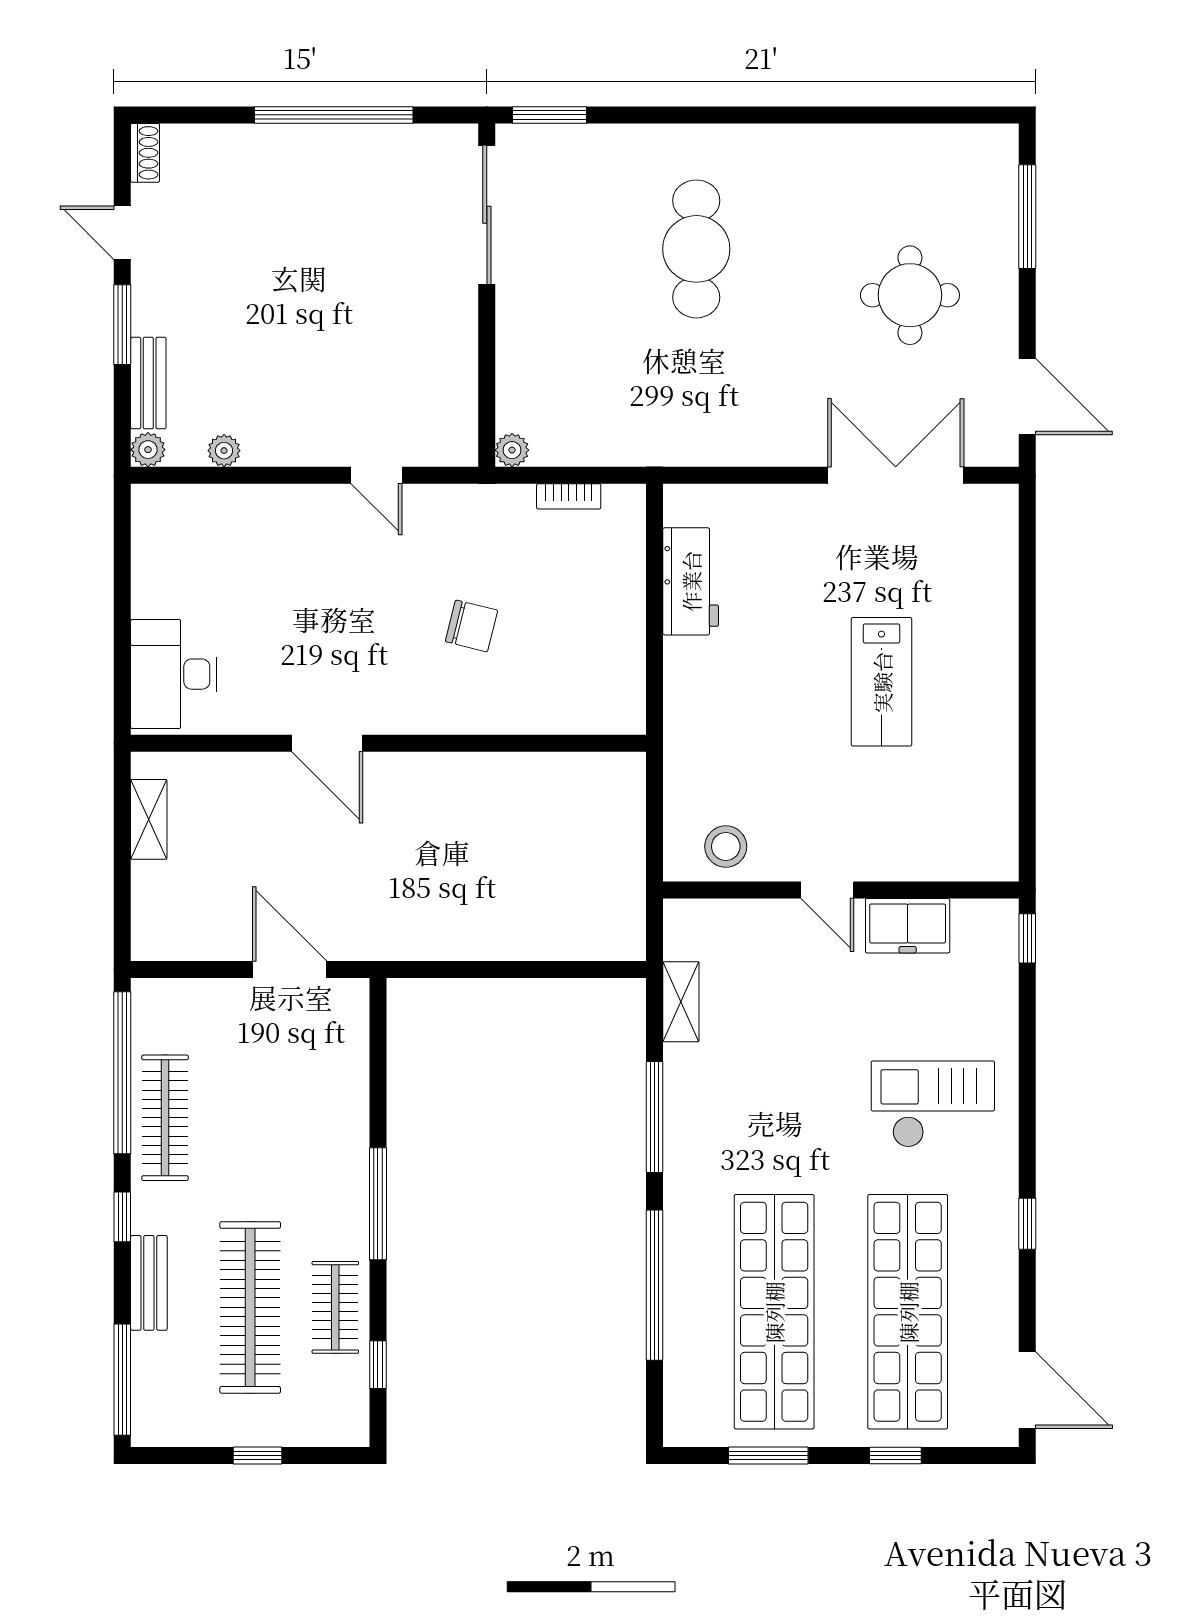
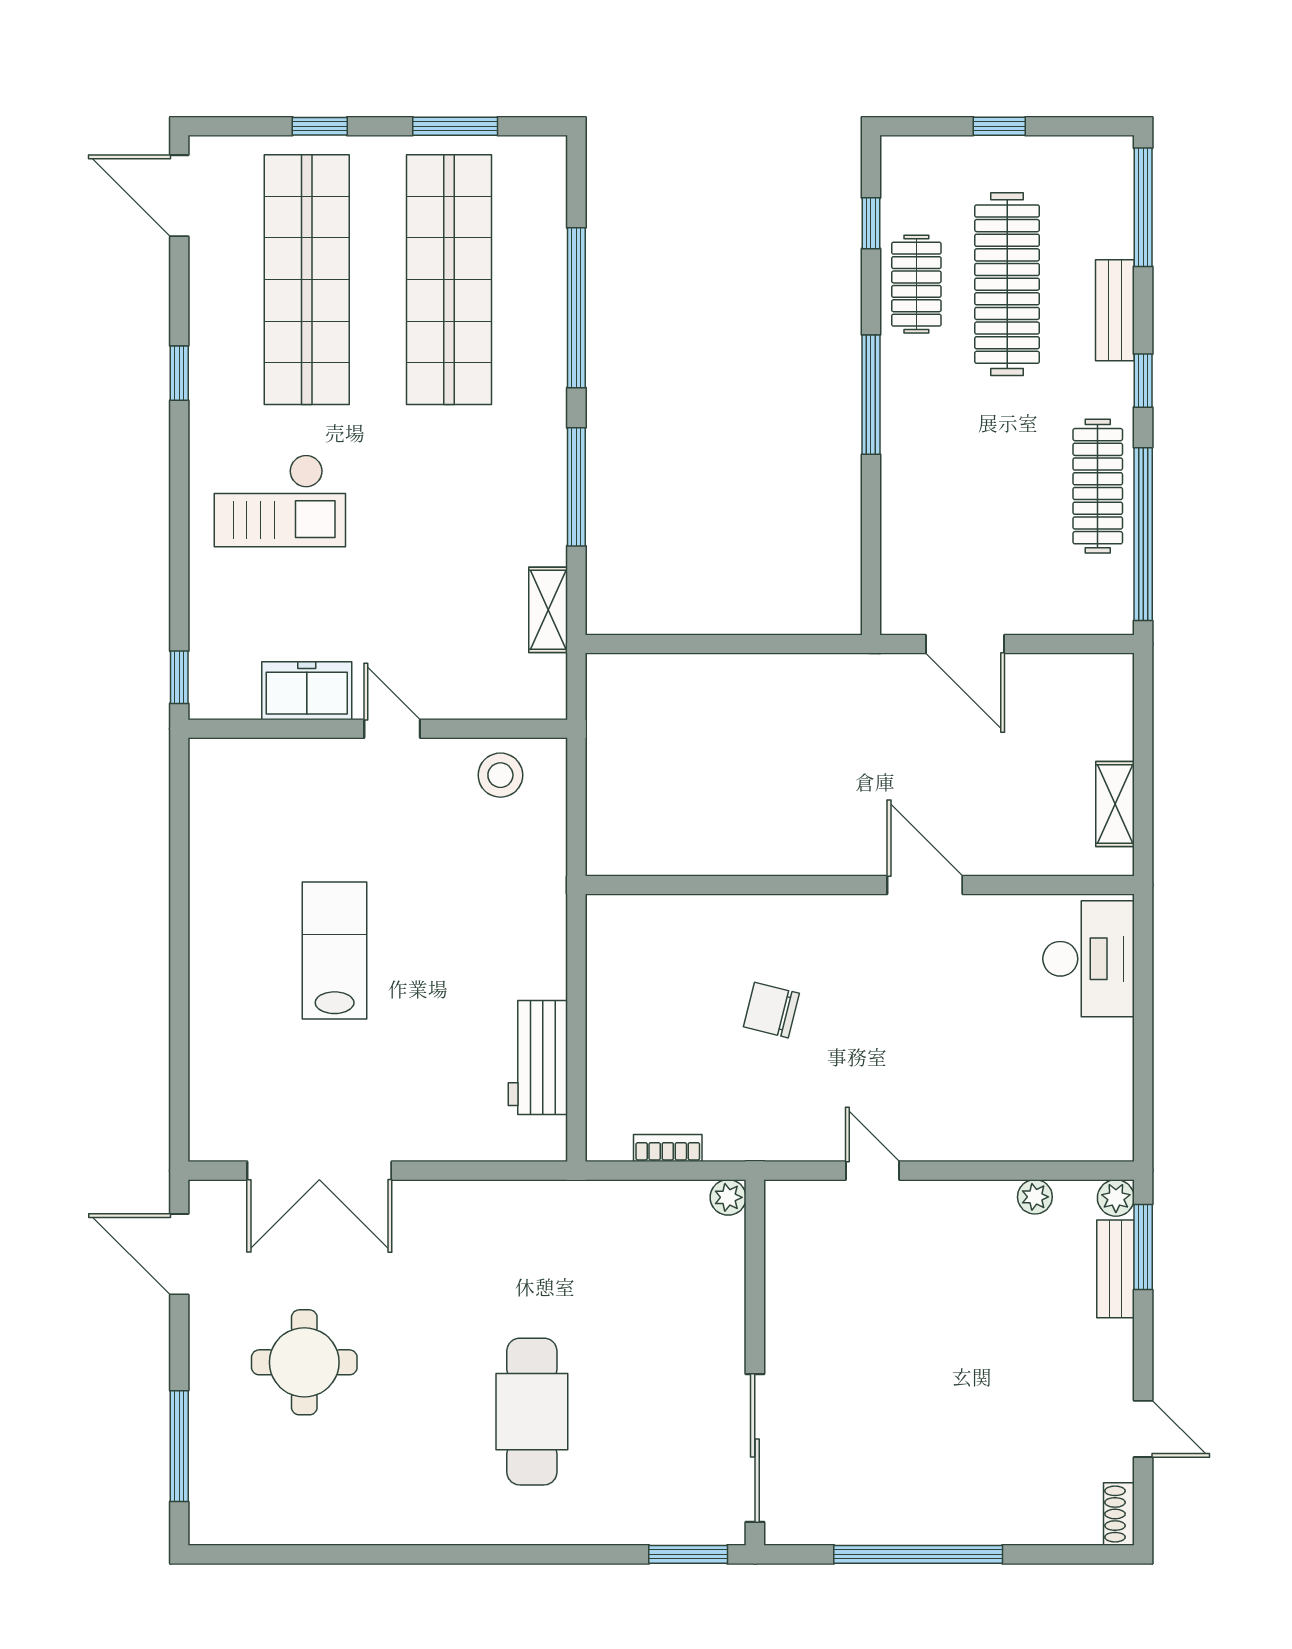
window: (122, 325) -> (1143, 1247), moved

